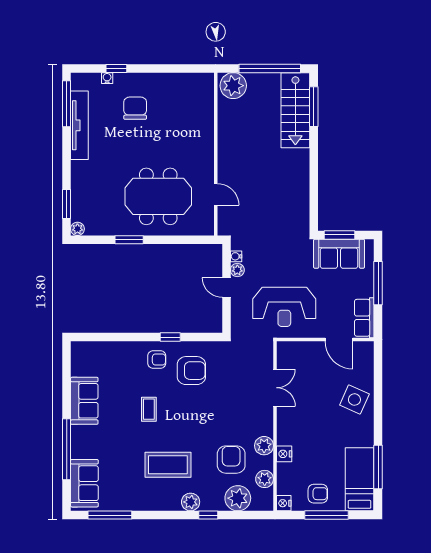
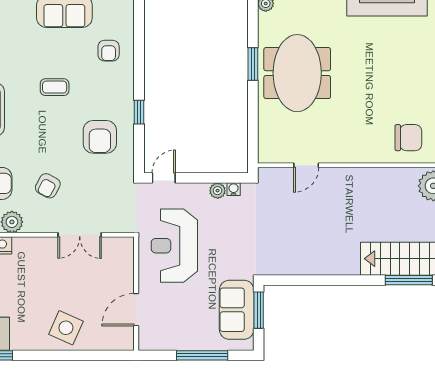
chair: (135, 108) -> (408, 138), moved
meeting table: (158, 196) -> (297, 73), moved
door: (226, 288) -> (164, 178), moved
row of seats: (364, 318) -> (162, 339), removed
armchair: (157, 359) -> (109, 51), moved
armchair: (233, 415) -> (48, 186), added

